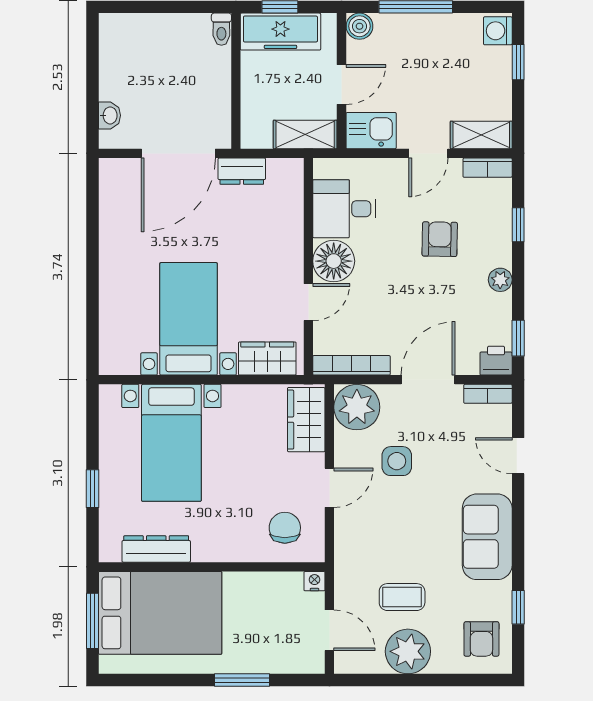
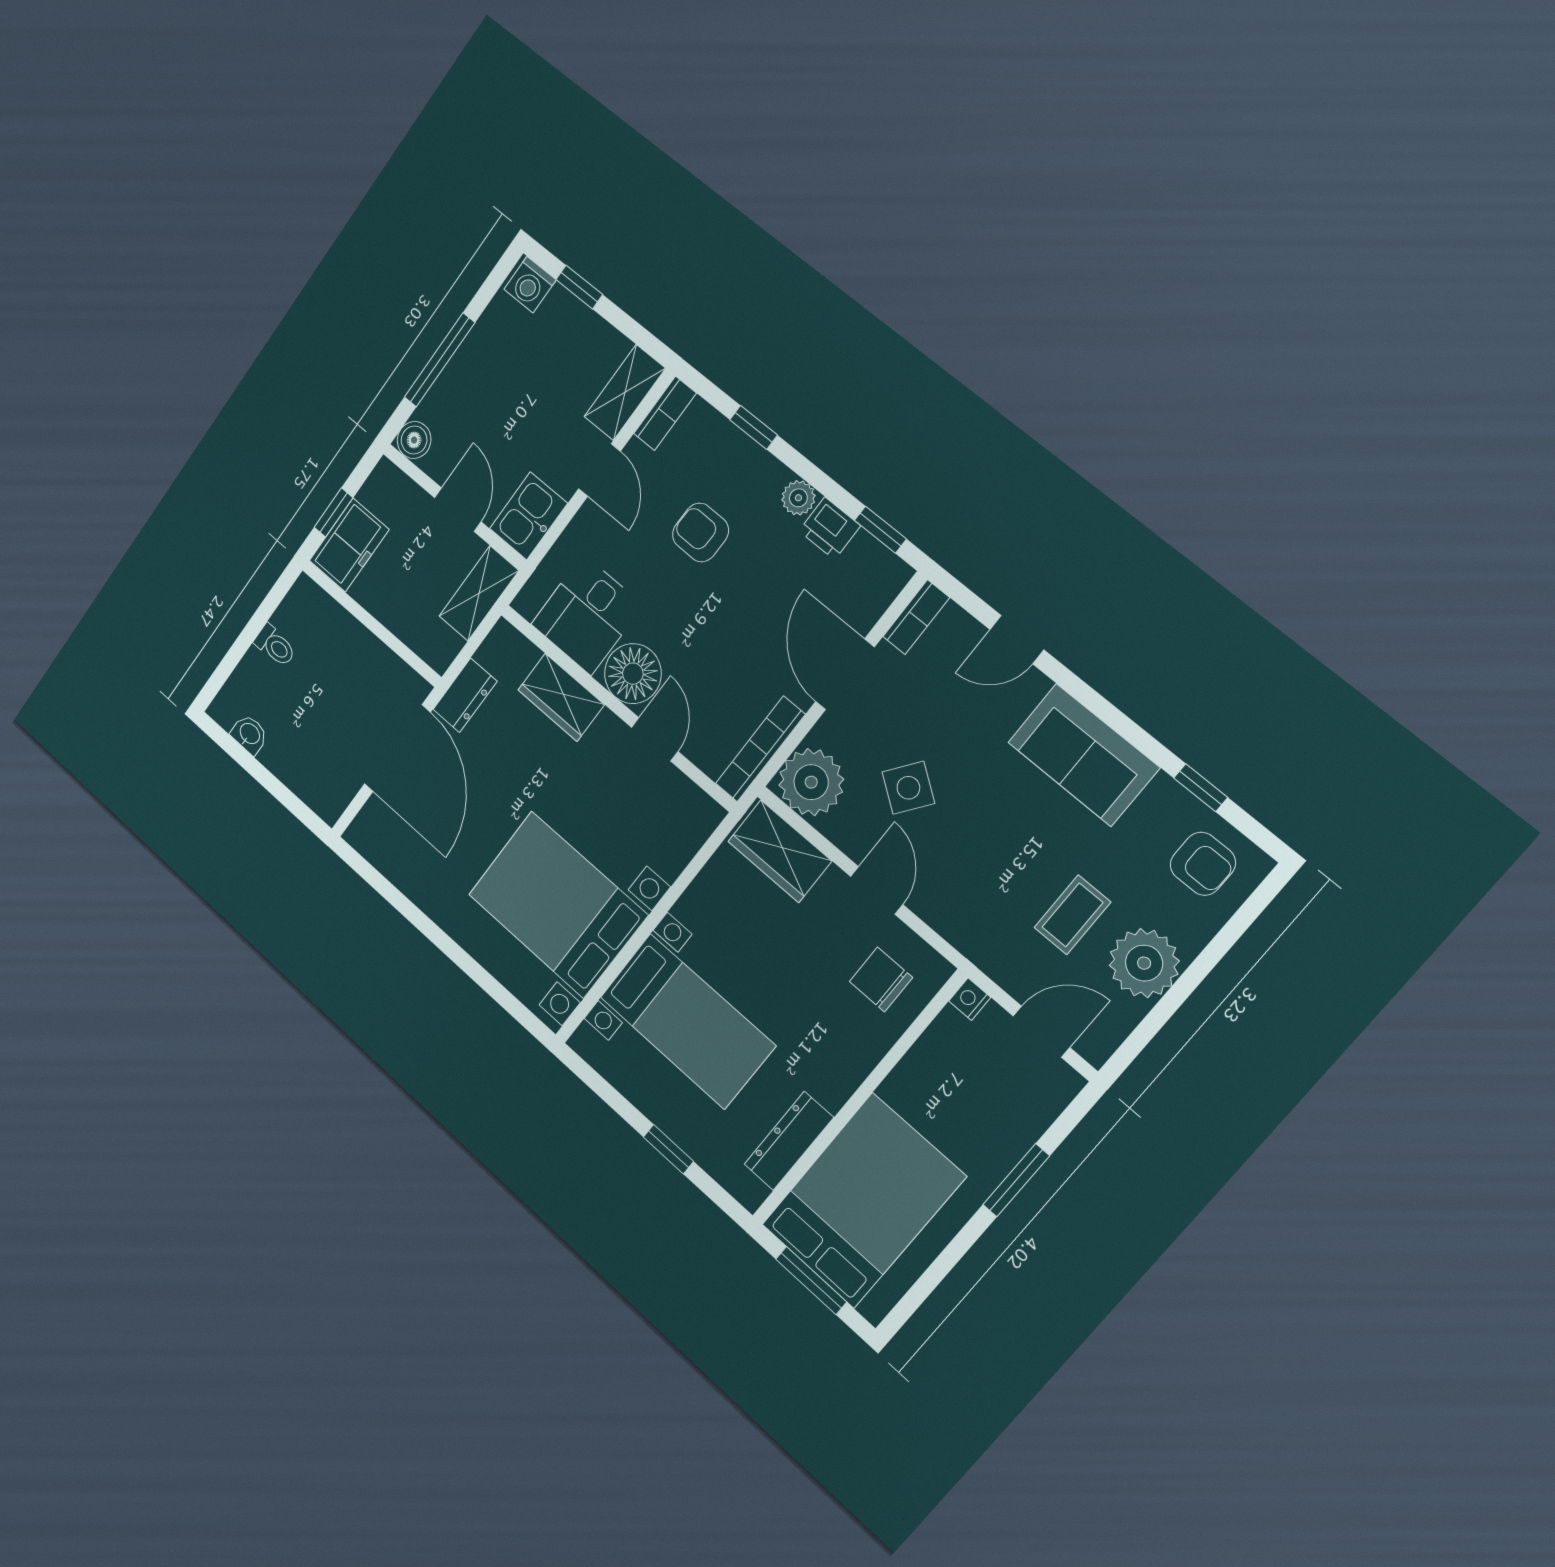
toilet: (221, 29) -> (275, 646), moved
freezer: (280, 32) -> (349, 545), width x0.71
washbasin: (109, 115) -> (249, 734), moved
bed with nightstands: (189, 319) -> (558, 905), width x1.36
wardrobe: (267, 359) -> (561, 697), moved, turned -90
printer: (496, 361) -> (830, 528), moved, turned -90
side table: (397, 461) -> (908, 788), turned 36

